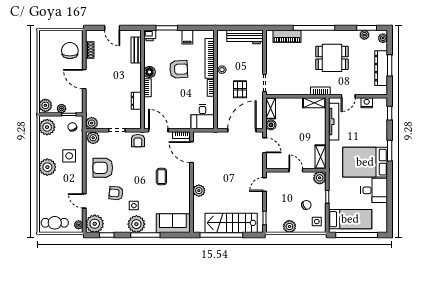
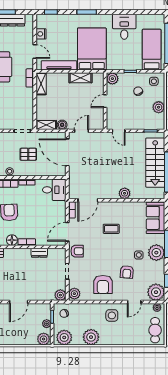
side table: (69, 156) -> (112, 315), moved
shelving: (320, 157) -> (81, 78), moved
bed: (365, 162) -> (92, 49), moved, turned 180
plant: (47, 167) -> (91, 337), moved

